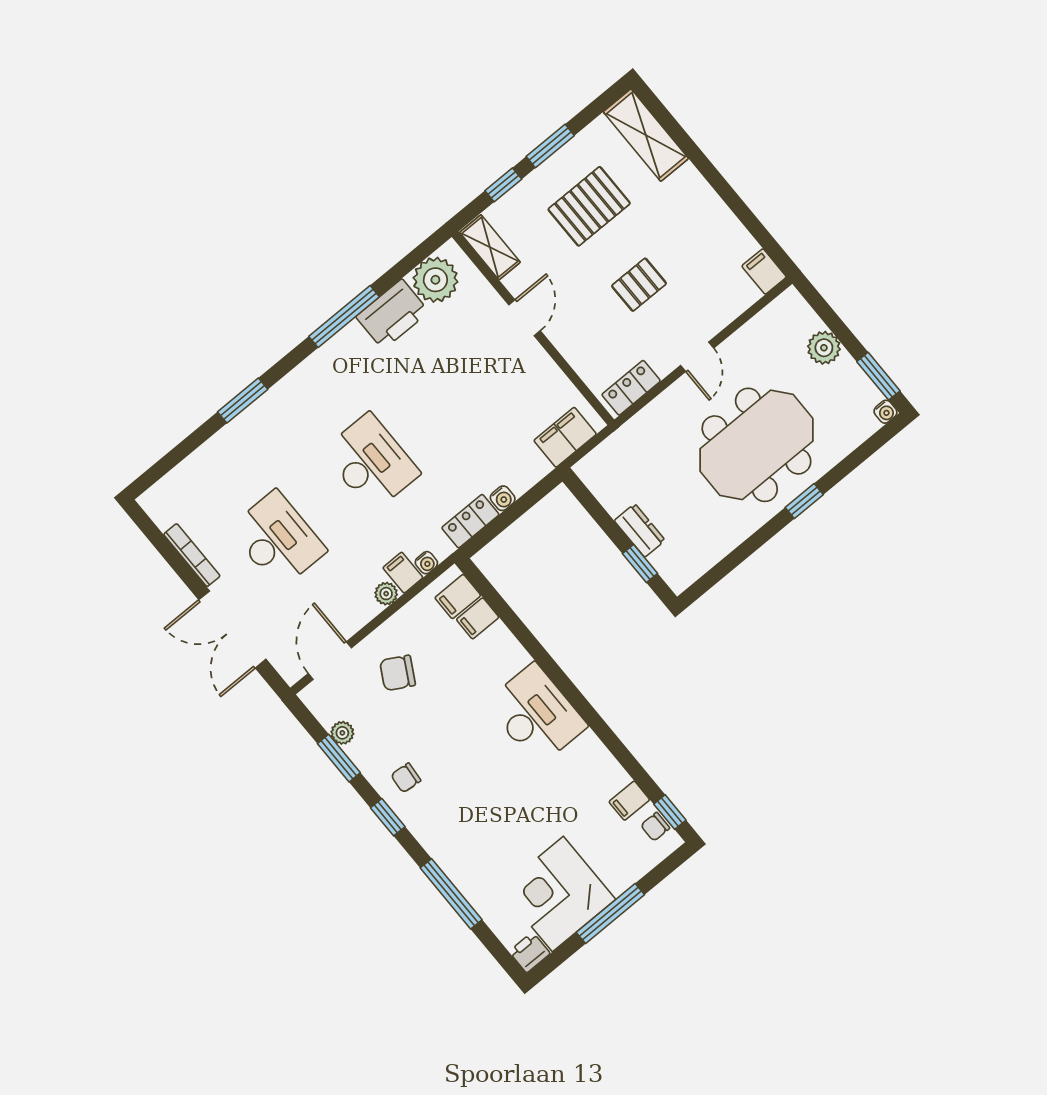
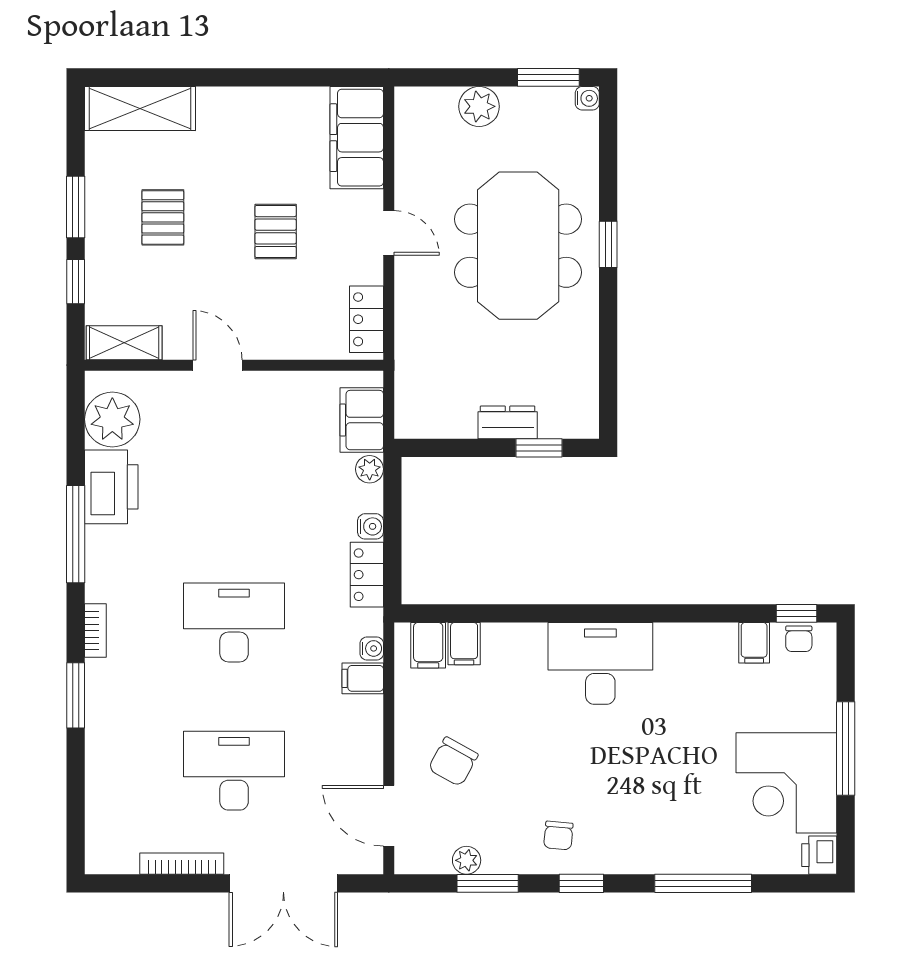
pallet: (589, 206) -> (163, 217), width x0.67, depth x0.71
filing cabinet: (764, 271) -> (357, 138), width x3.00, depth x1.17
bookcase: (294, 379) -> (95, 631), added
plant: (386, 594) -> (370, 469), moved

